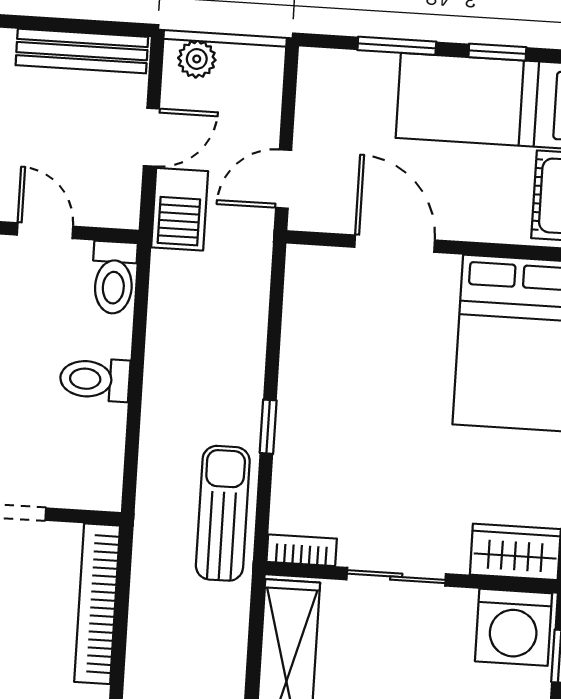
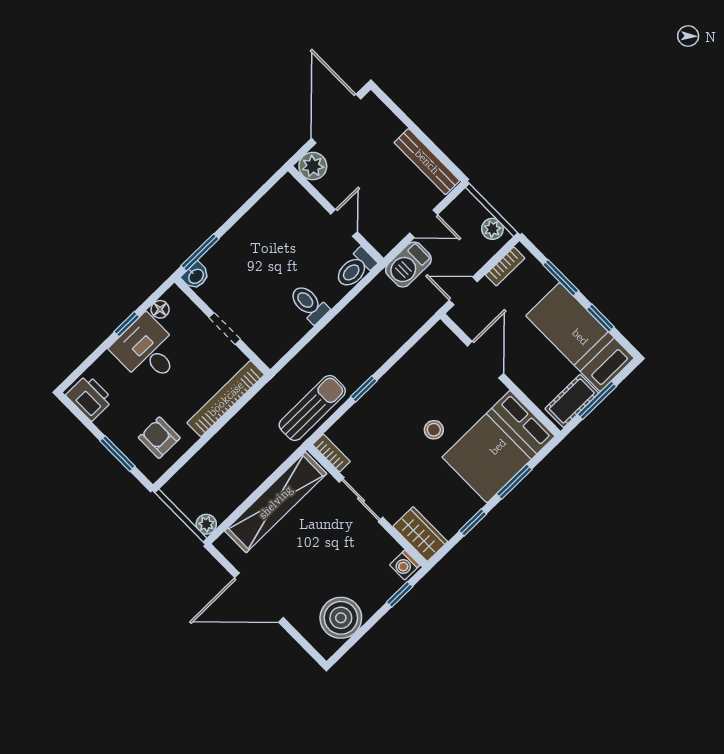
plant: (197, 59) -> (492, 229), moved
bookcase: (310, 97) -> (505, 266), added
stool: (409, 398) -> (434, 430), added
washing machine: (514, 627) -> (405, 565), width x0.53, depth x0.53

